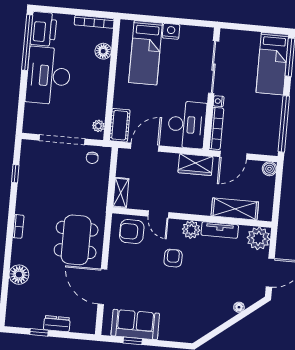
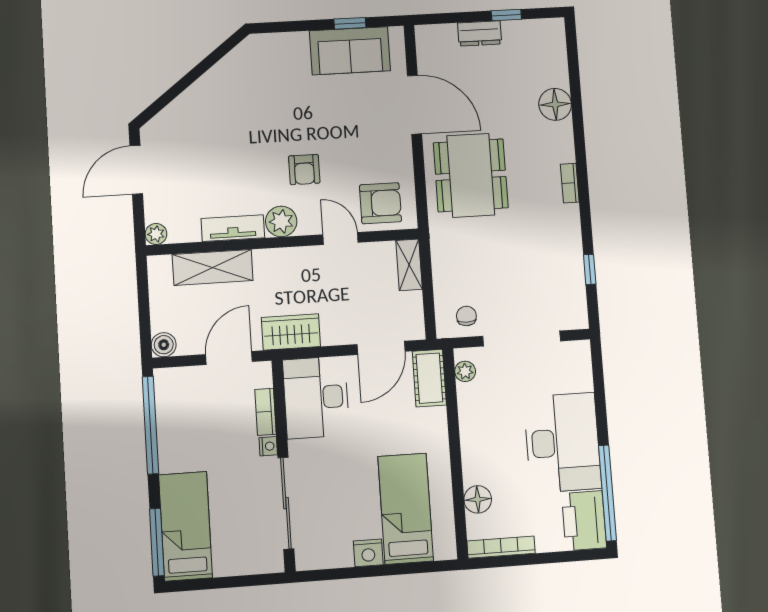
bookcase: (216, 128) -> (266, 412), width x0.64
plant: (258, 238) -> (156, 234), width x0.53, depth x0.53
floor lamp: (239, 307) -> (181, 104), removed

